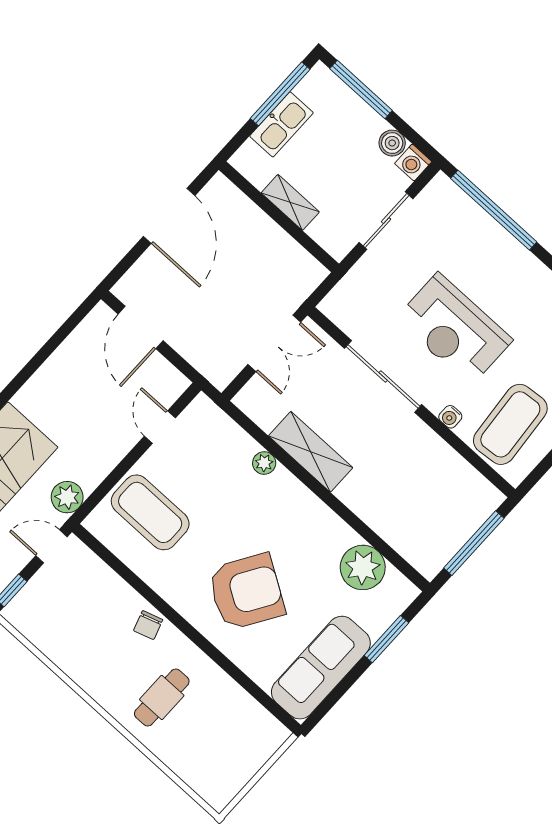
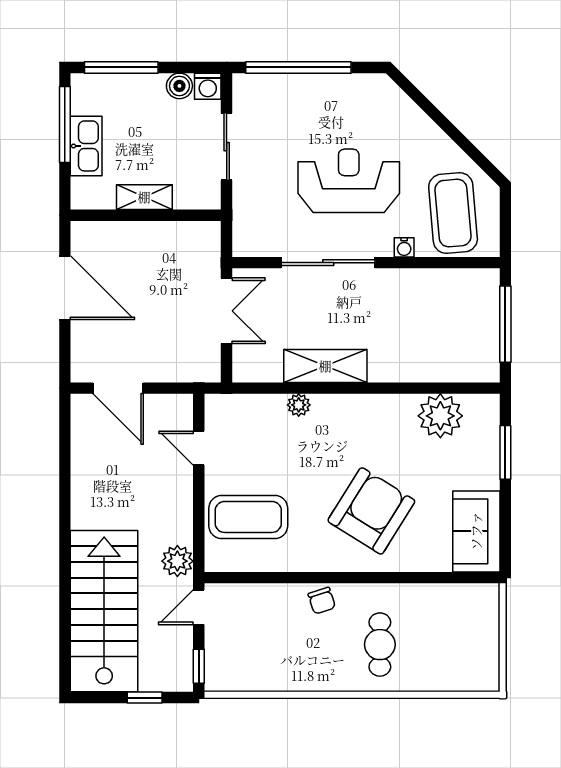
reception desk: (454, 329) -> (349, 181), turned 180
sofa: (321, 668) -> (476, 531), width x0.73

